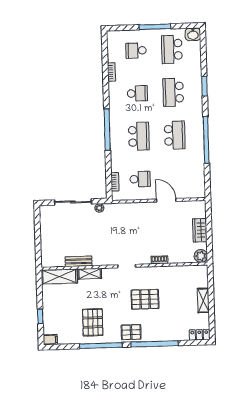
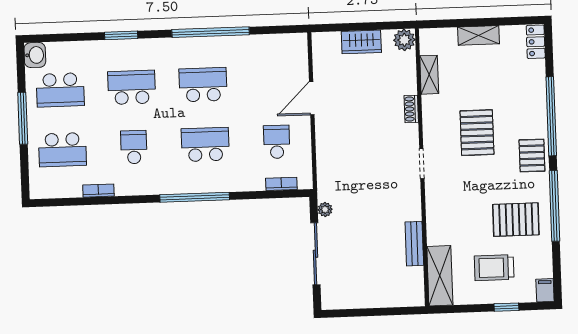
school desk: (136, 51) -> (62, 150), width x1.85
school desk: (173, 92) -> (132, 87), turned 180
shelving: (90, 274) -> (429, 75), moved
trolley: (64, 309) -> (494, 268), added

